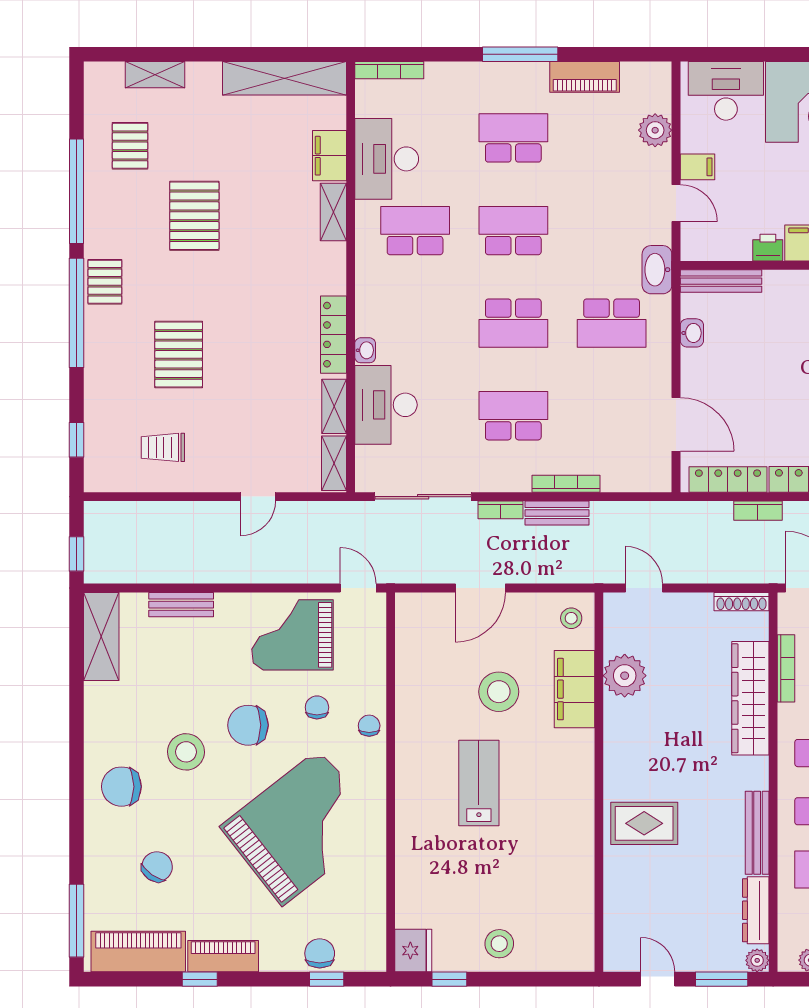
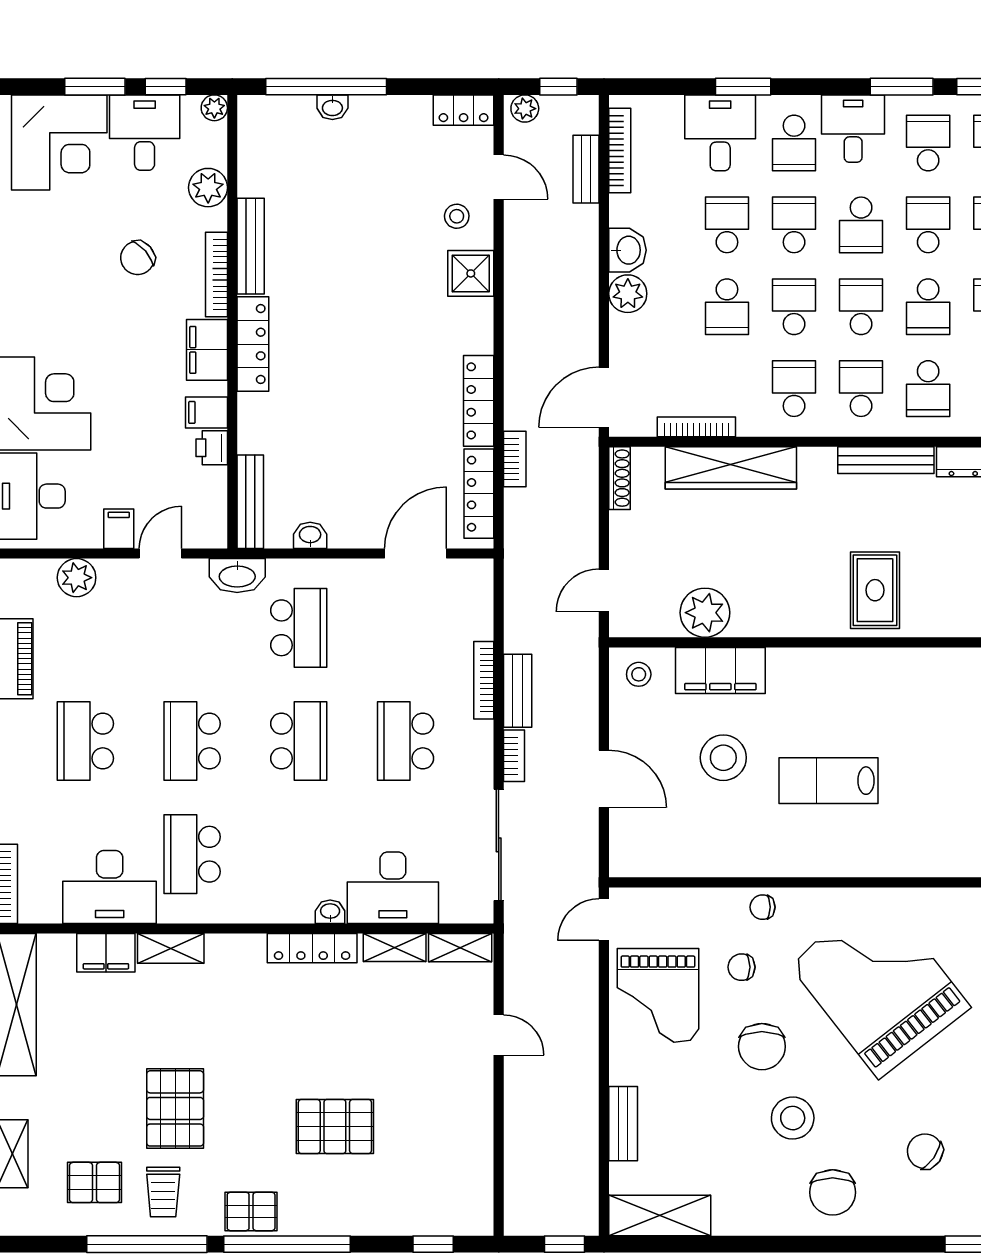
pallet: (194, 216) -> (175, 1108), turned 90
trolley: (163, 447) -> (163, 1192), moved

